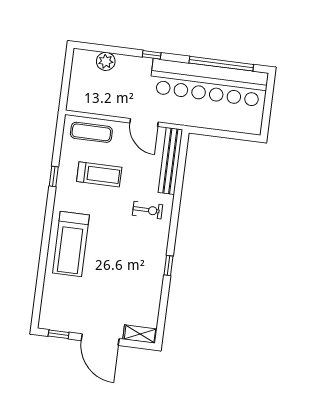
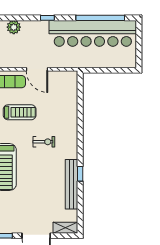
door: (144, 122) -> (37, 69), moved
bench: (170, 161) -> (72, 184), moved
exercise bike: (148, 210) -> (44, 142), moved

